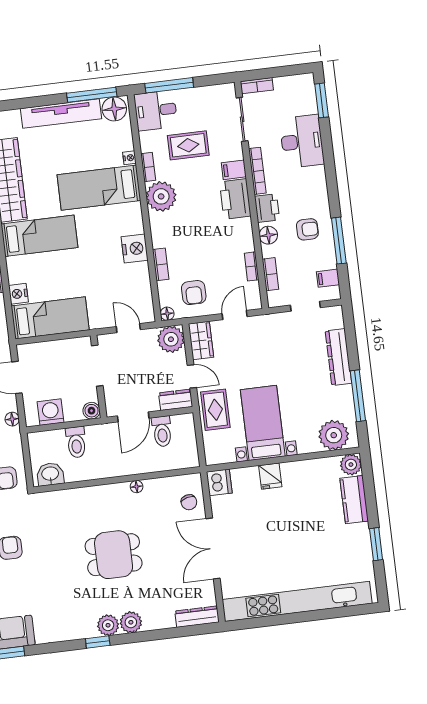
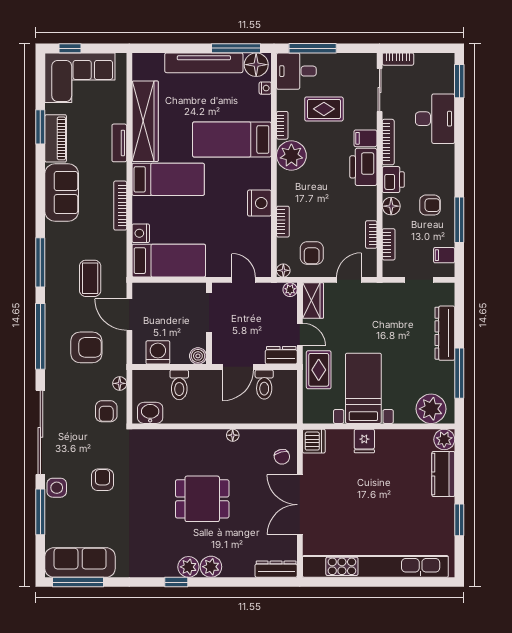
nightstand: (129, 158) -> (265, 88), moved
plant: (171, 339) -> (290, 290), width x0.53, depth x0.53
floor lamp: (12, 419) -> (120, 383), moved

